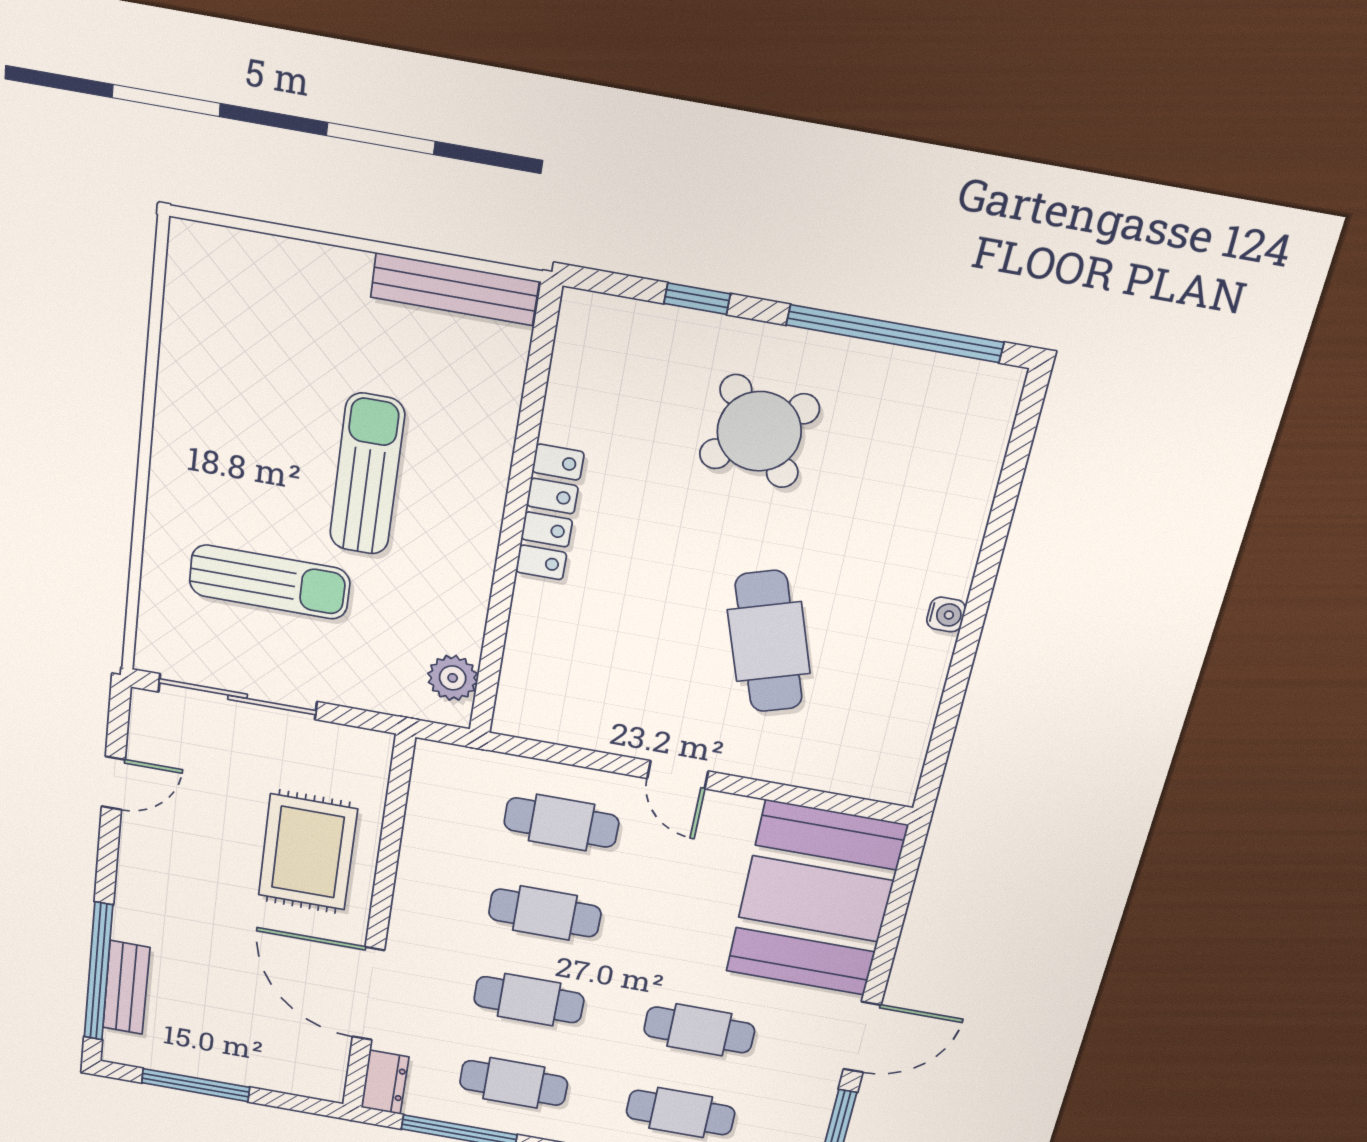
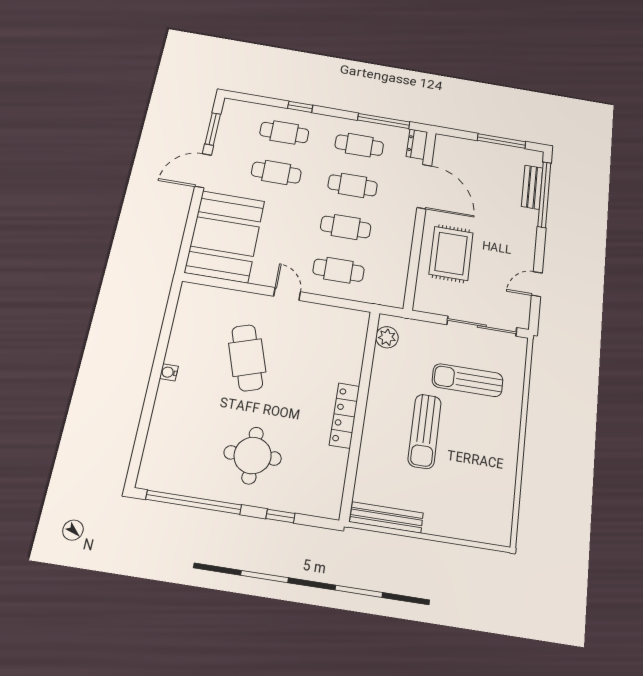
round table: (759, 431) -> (253, 455), turned 38

